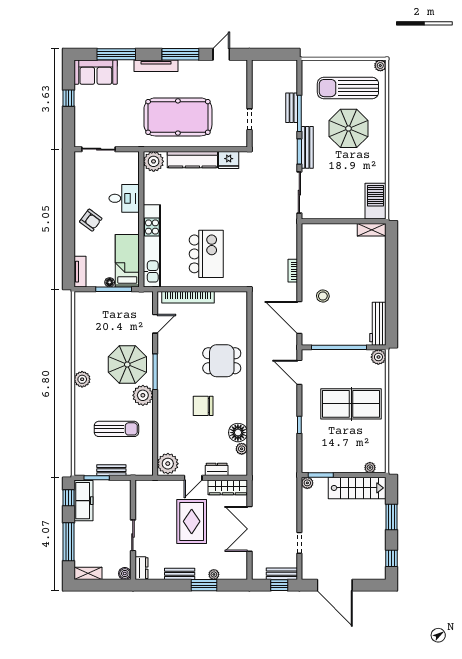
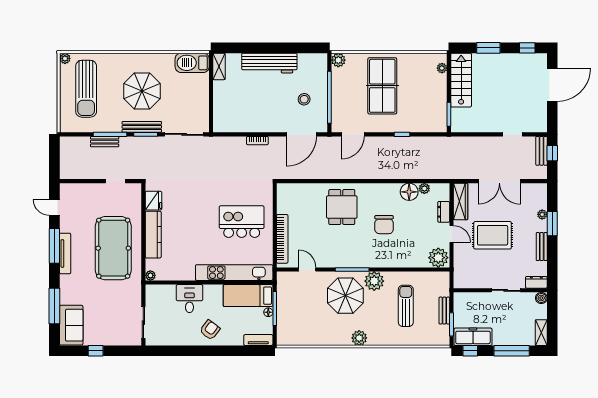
tv unit: (156, 66) -> (65, 253), moved
parasol: (349, 128) -> (142, 91), moved
plant: (154, 161) -> (150, 275), width x0.53, depth x0.53
stool: (323, 296) -> (304, 99), moved
workbench: (378, 324) -> (269, 63), moved, width x1.36, depth x1.32
plant: (307, 483) -> (456, 127), removed
door: (335, 585) -> (552, 85), moved

